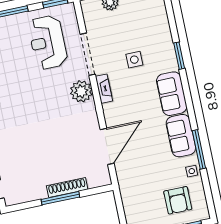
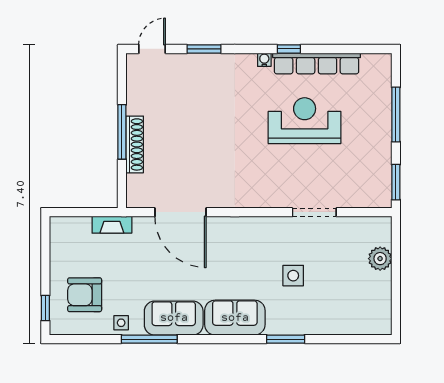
reception desk: (48, 42) -> (305, 121), moved
doorway: (88, 54) -> (314, 212), width x0.73
fireplace: (104, 89) -> (112, 225), moved
plant: (81, 91) -> (265, 192), removed

